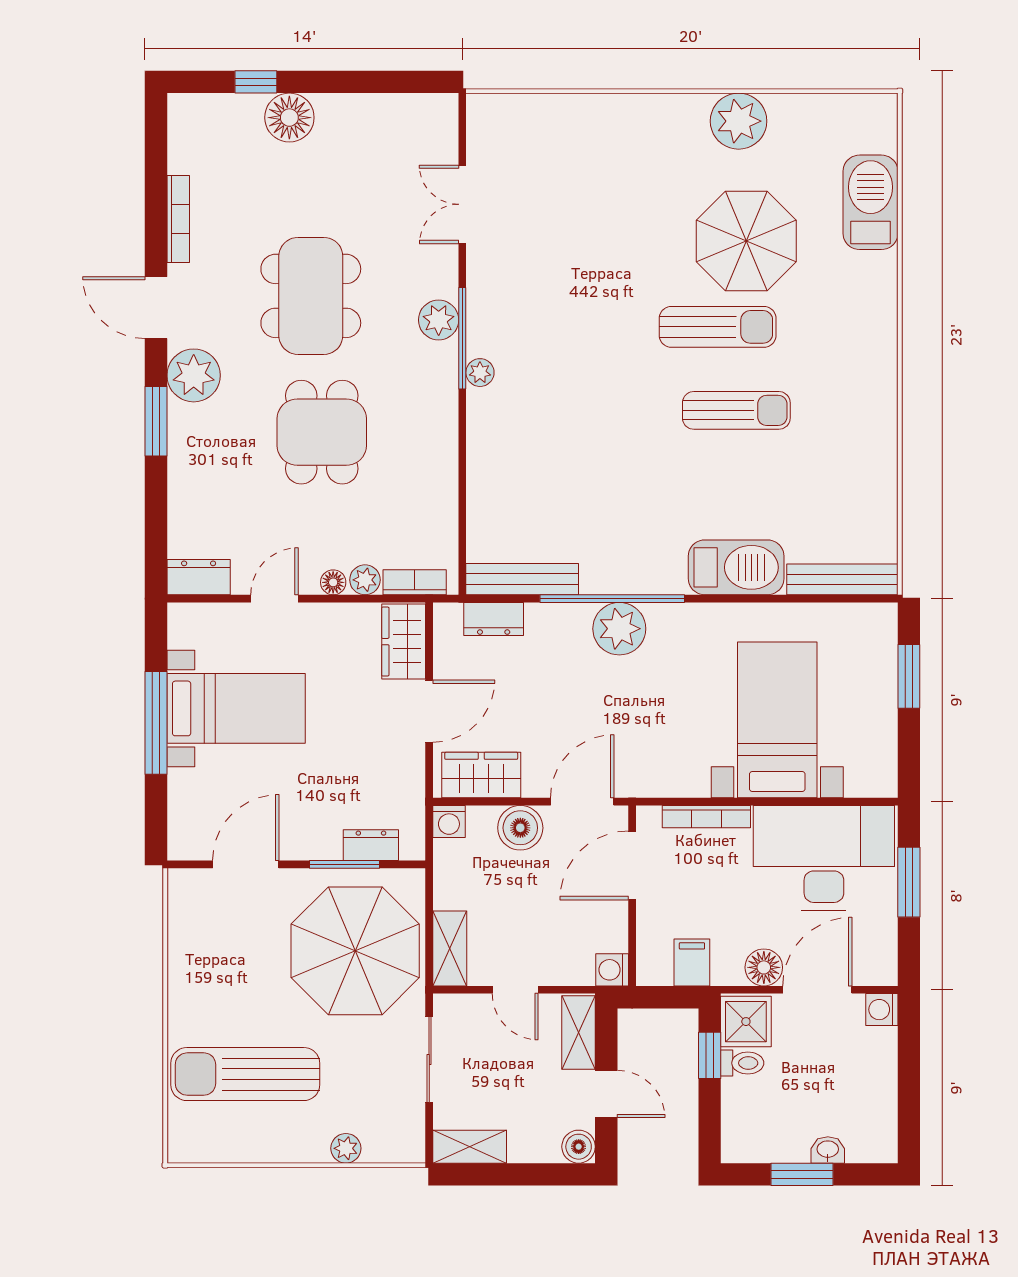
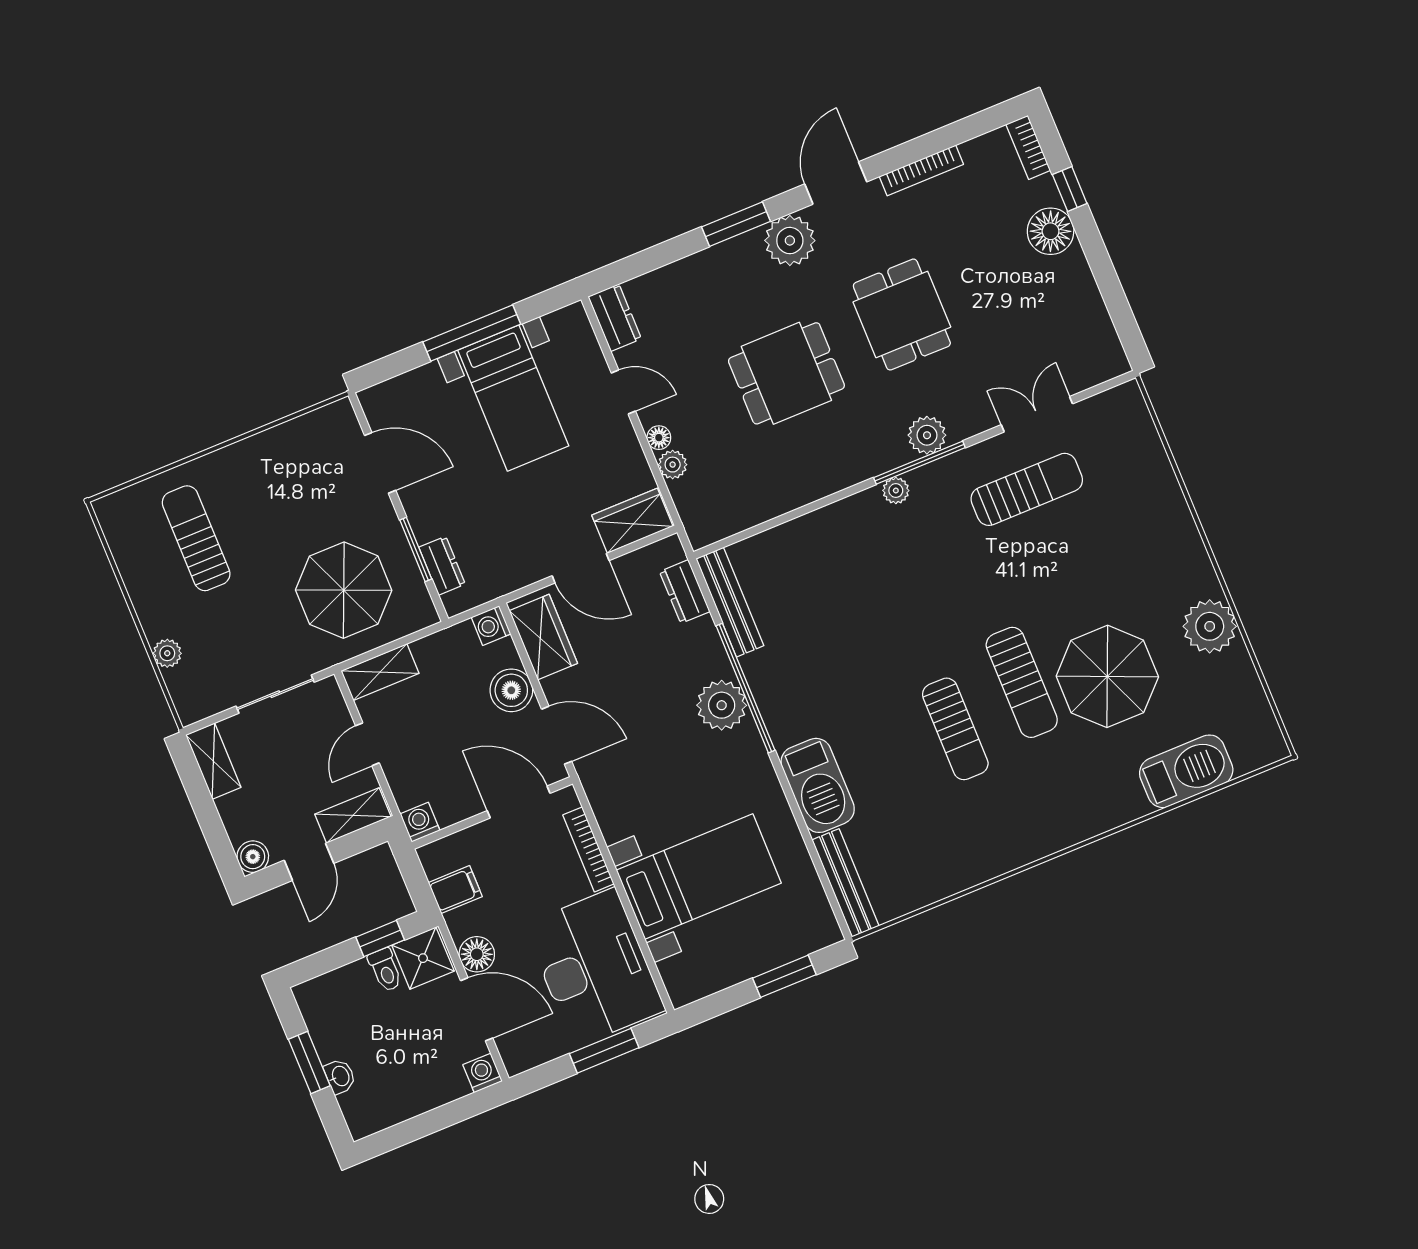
sun lounger: (532, 244) -> (1027, 489), added
dining table: (311, 296) -> (902, 314), width x0.73
bookcase: (415, 582) -> (1028, 147), moved, turned 180
parasol: (355, 951) -> (344, 590), width x0.73, depth x0.73
sun lounger: (245, 1074) -> (196, 538), width x0.73, depth x0.75

